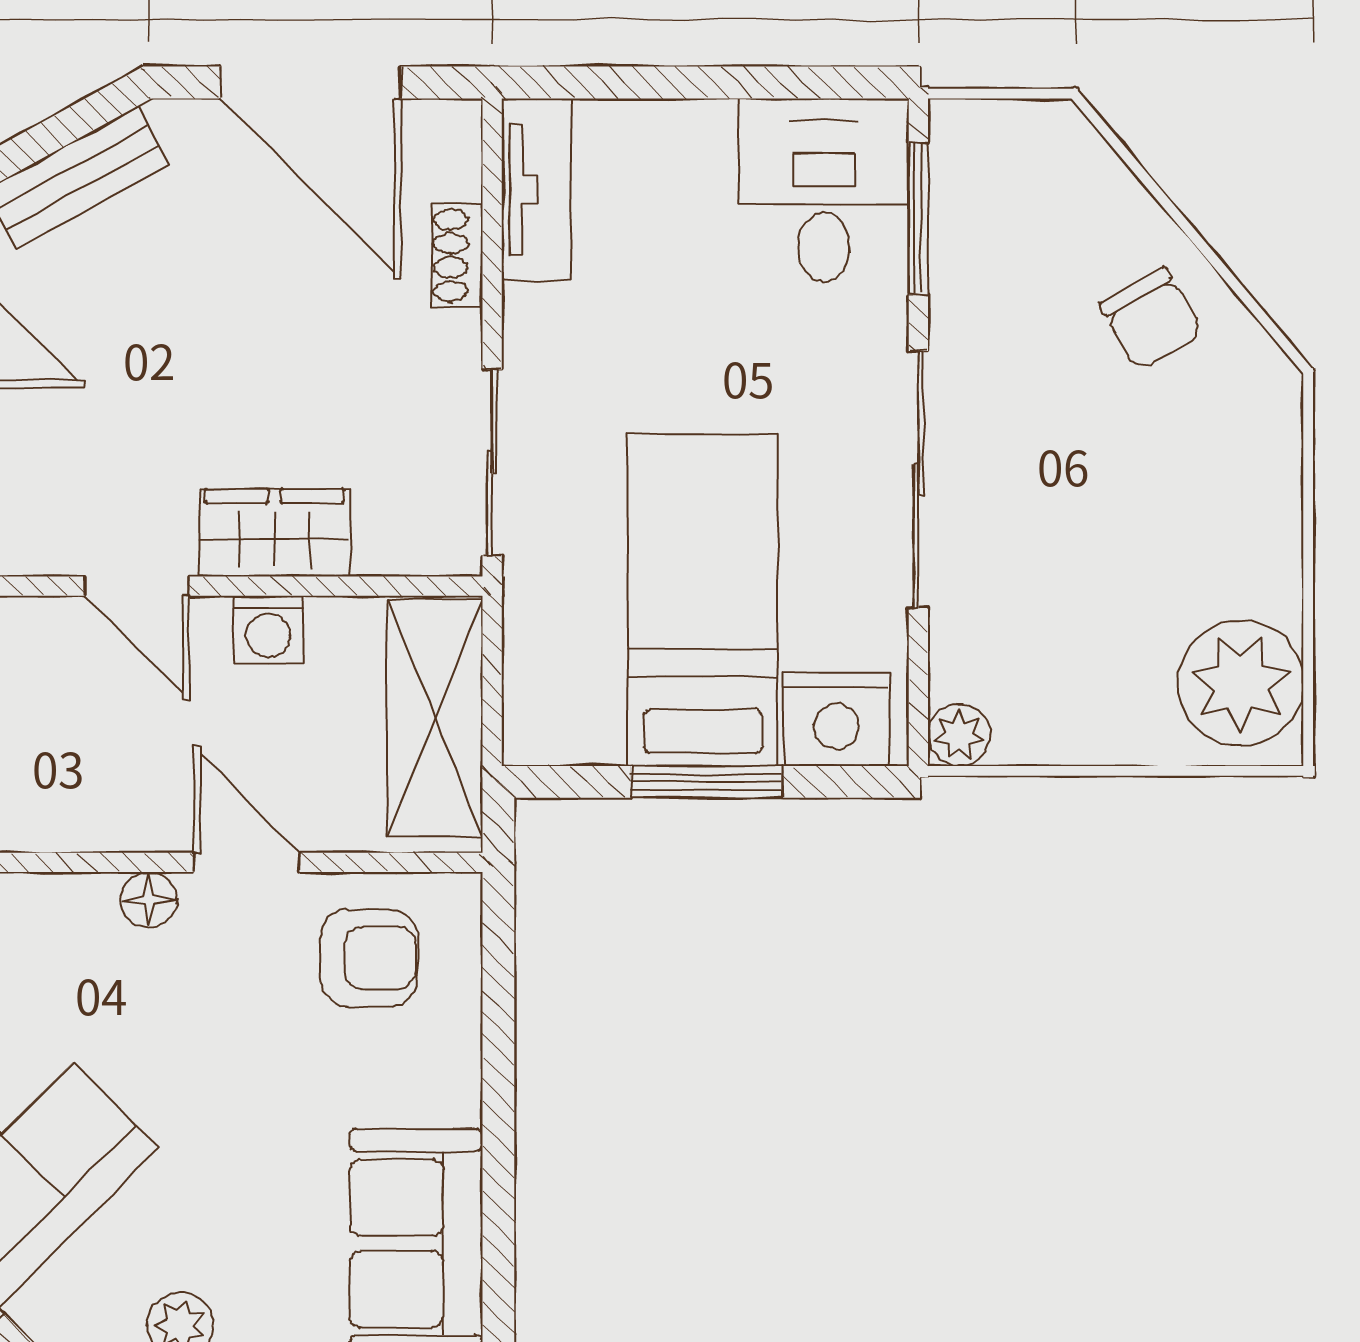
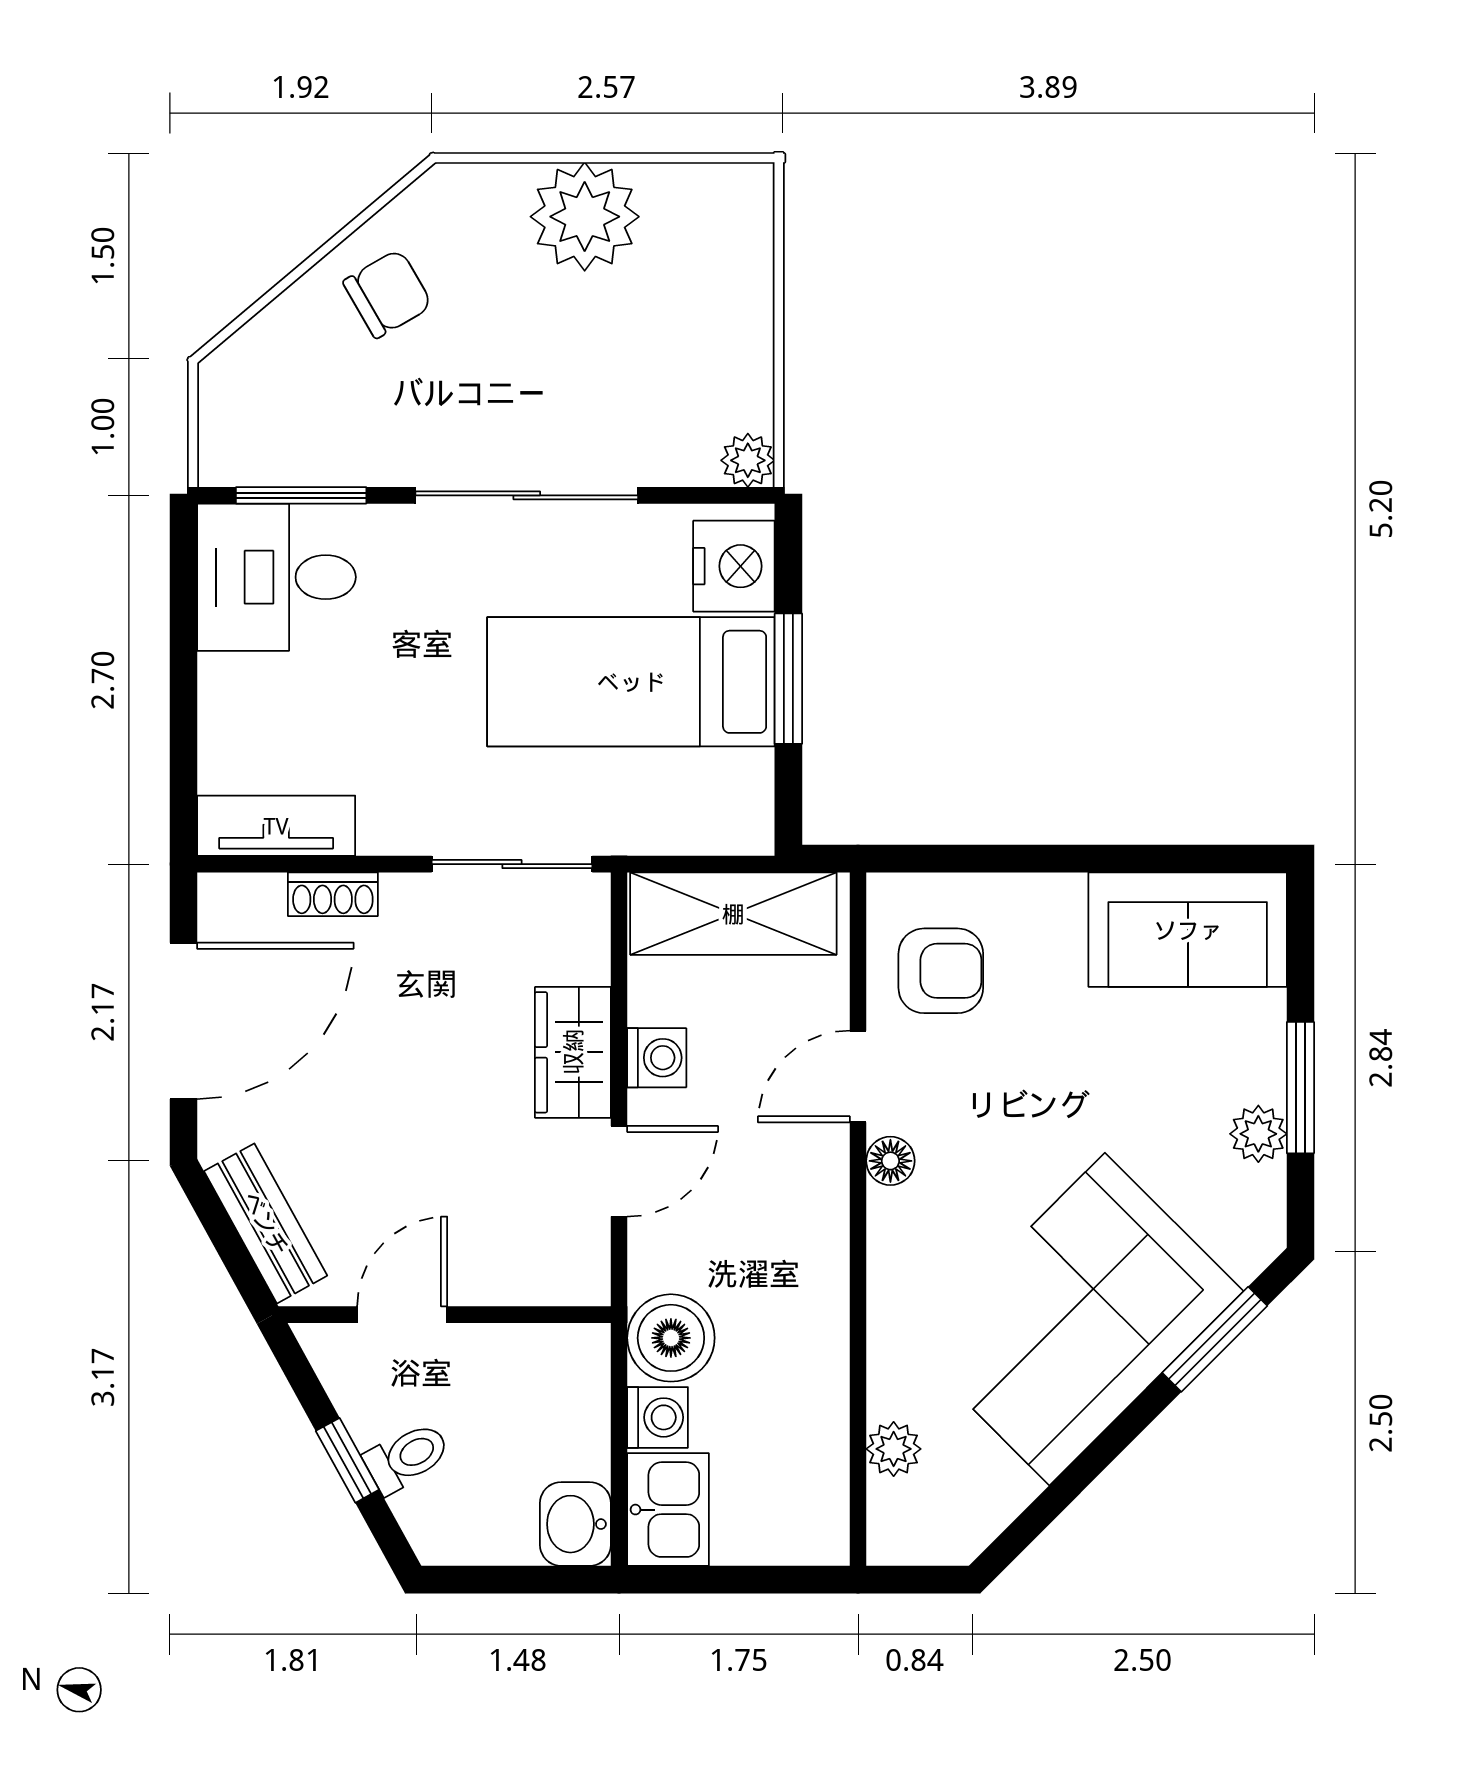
plant: (1241, 683) -> (585, 217), moved
armchair: (369, 958) -> (941, 971), turned 90

